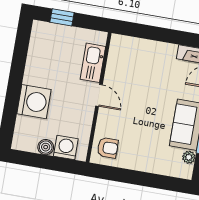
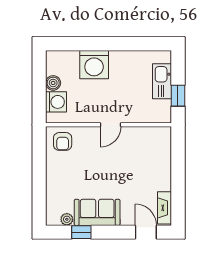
window: (62, 17) -> (178, 96), moved
kitchen sink: (93, 63) -> (162, 81), moved, turned -90

